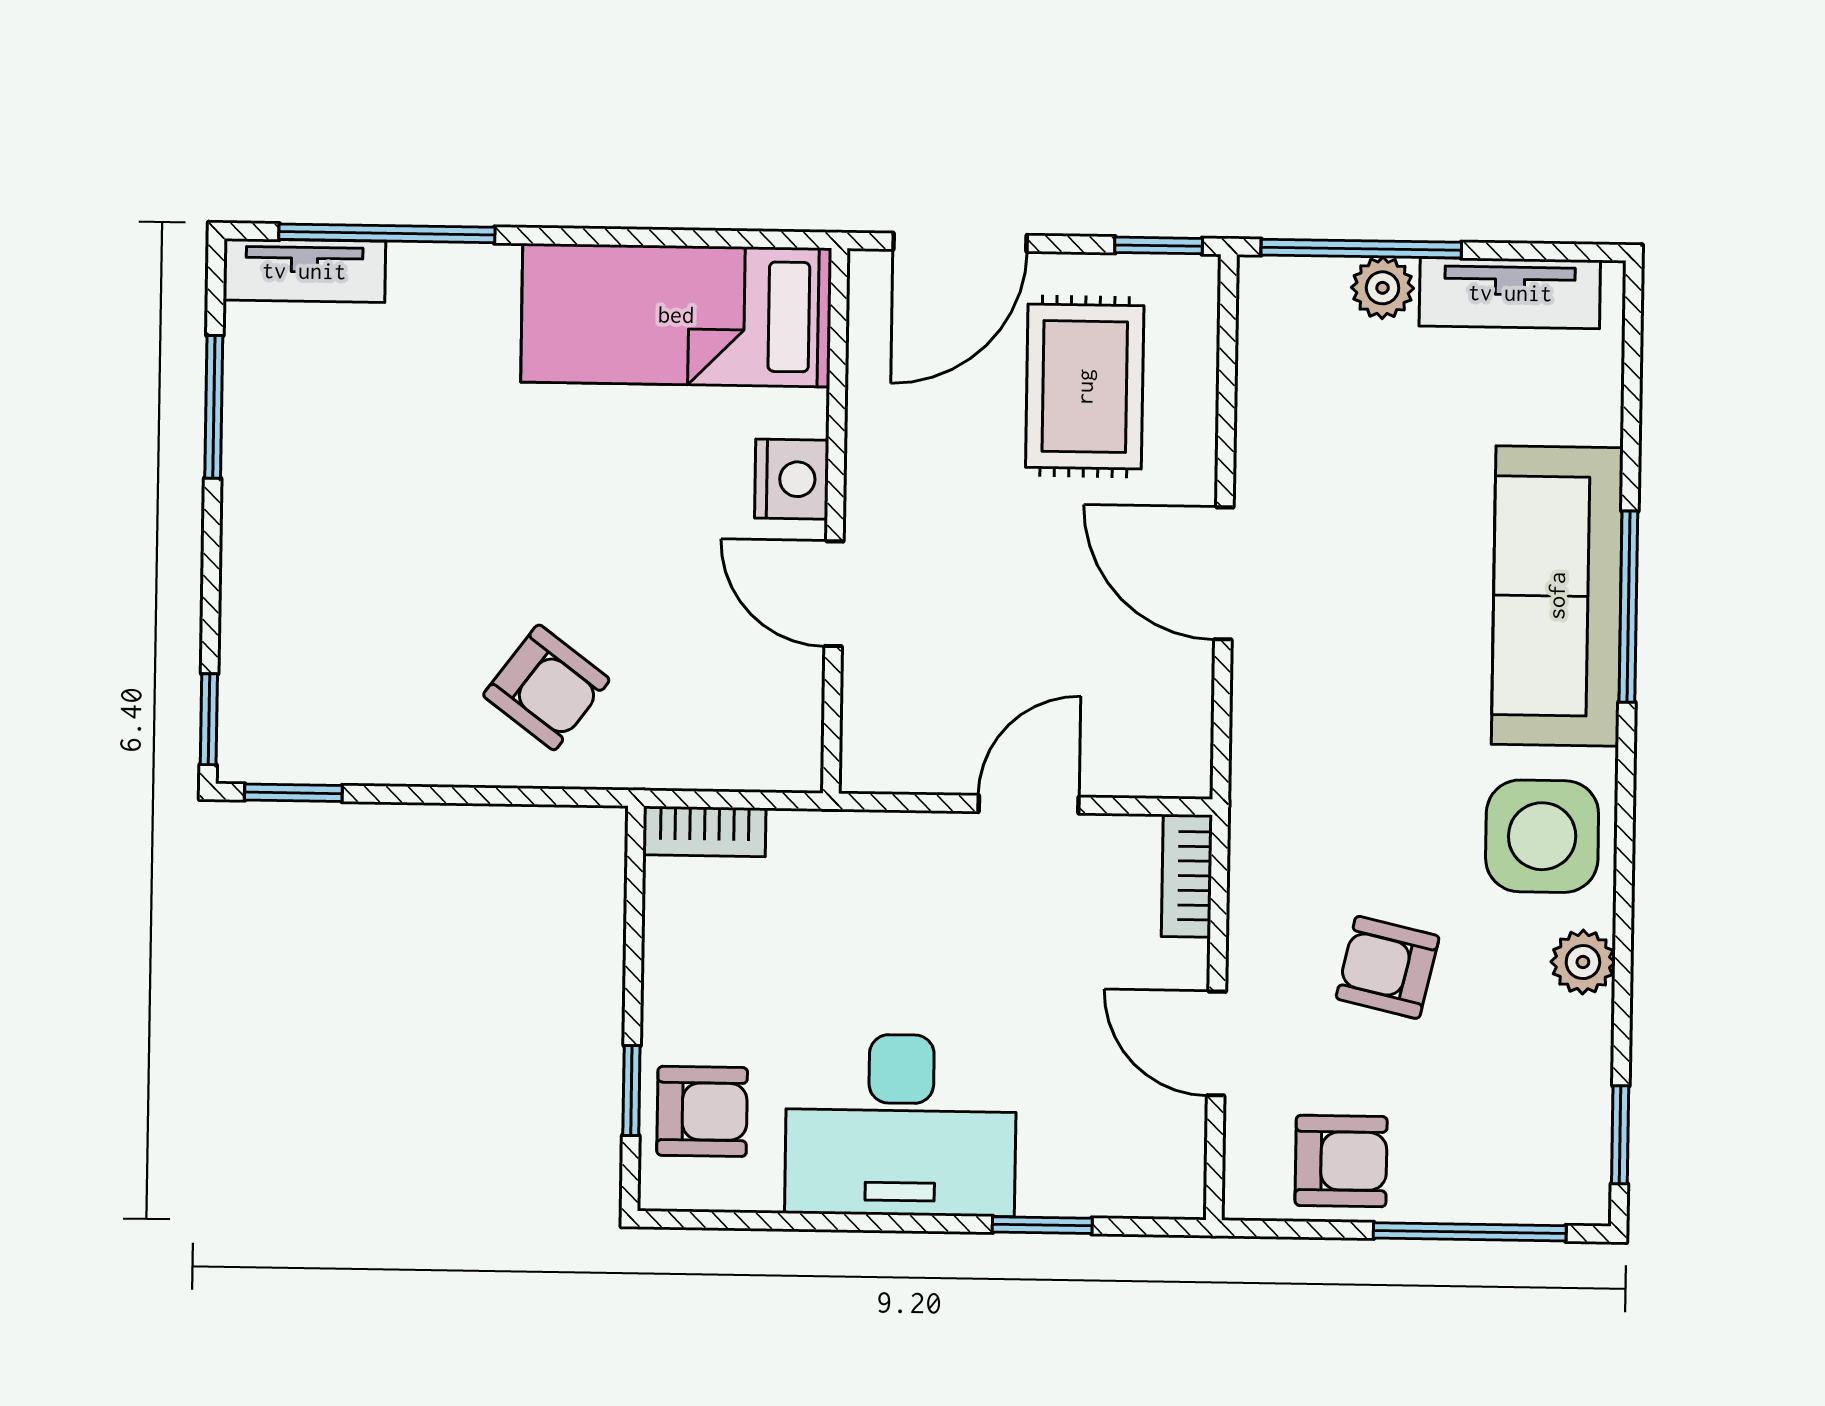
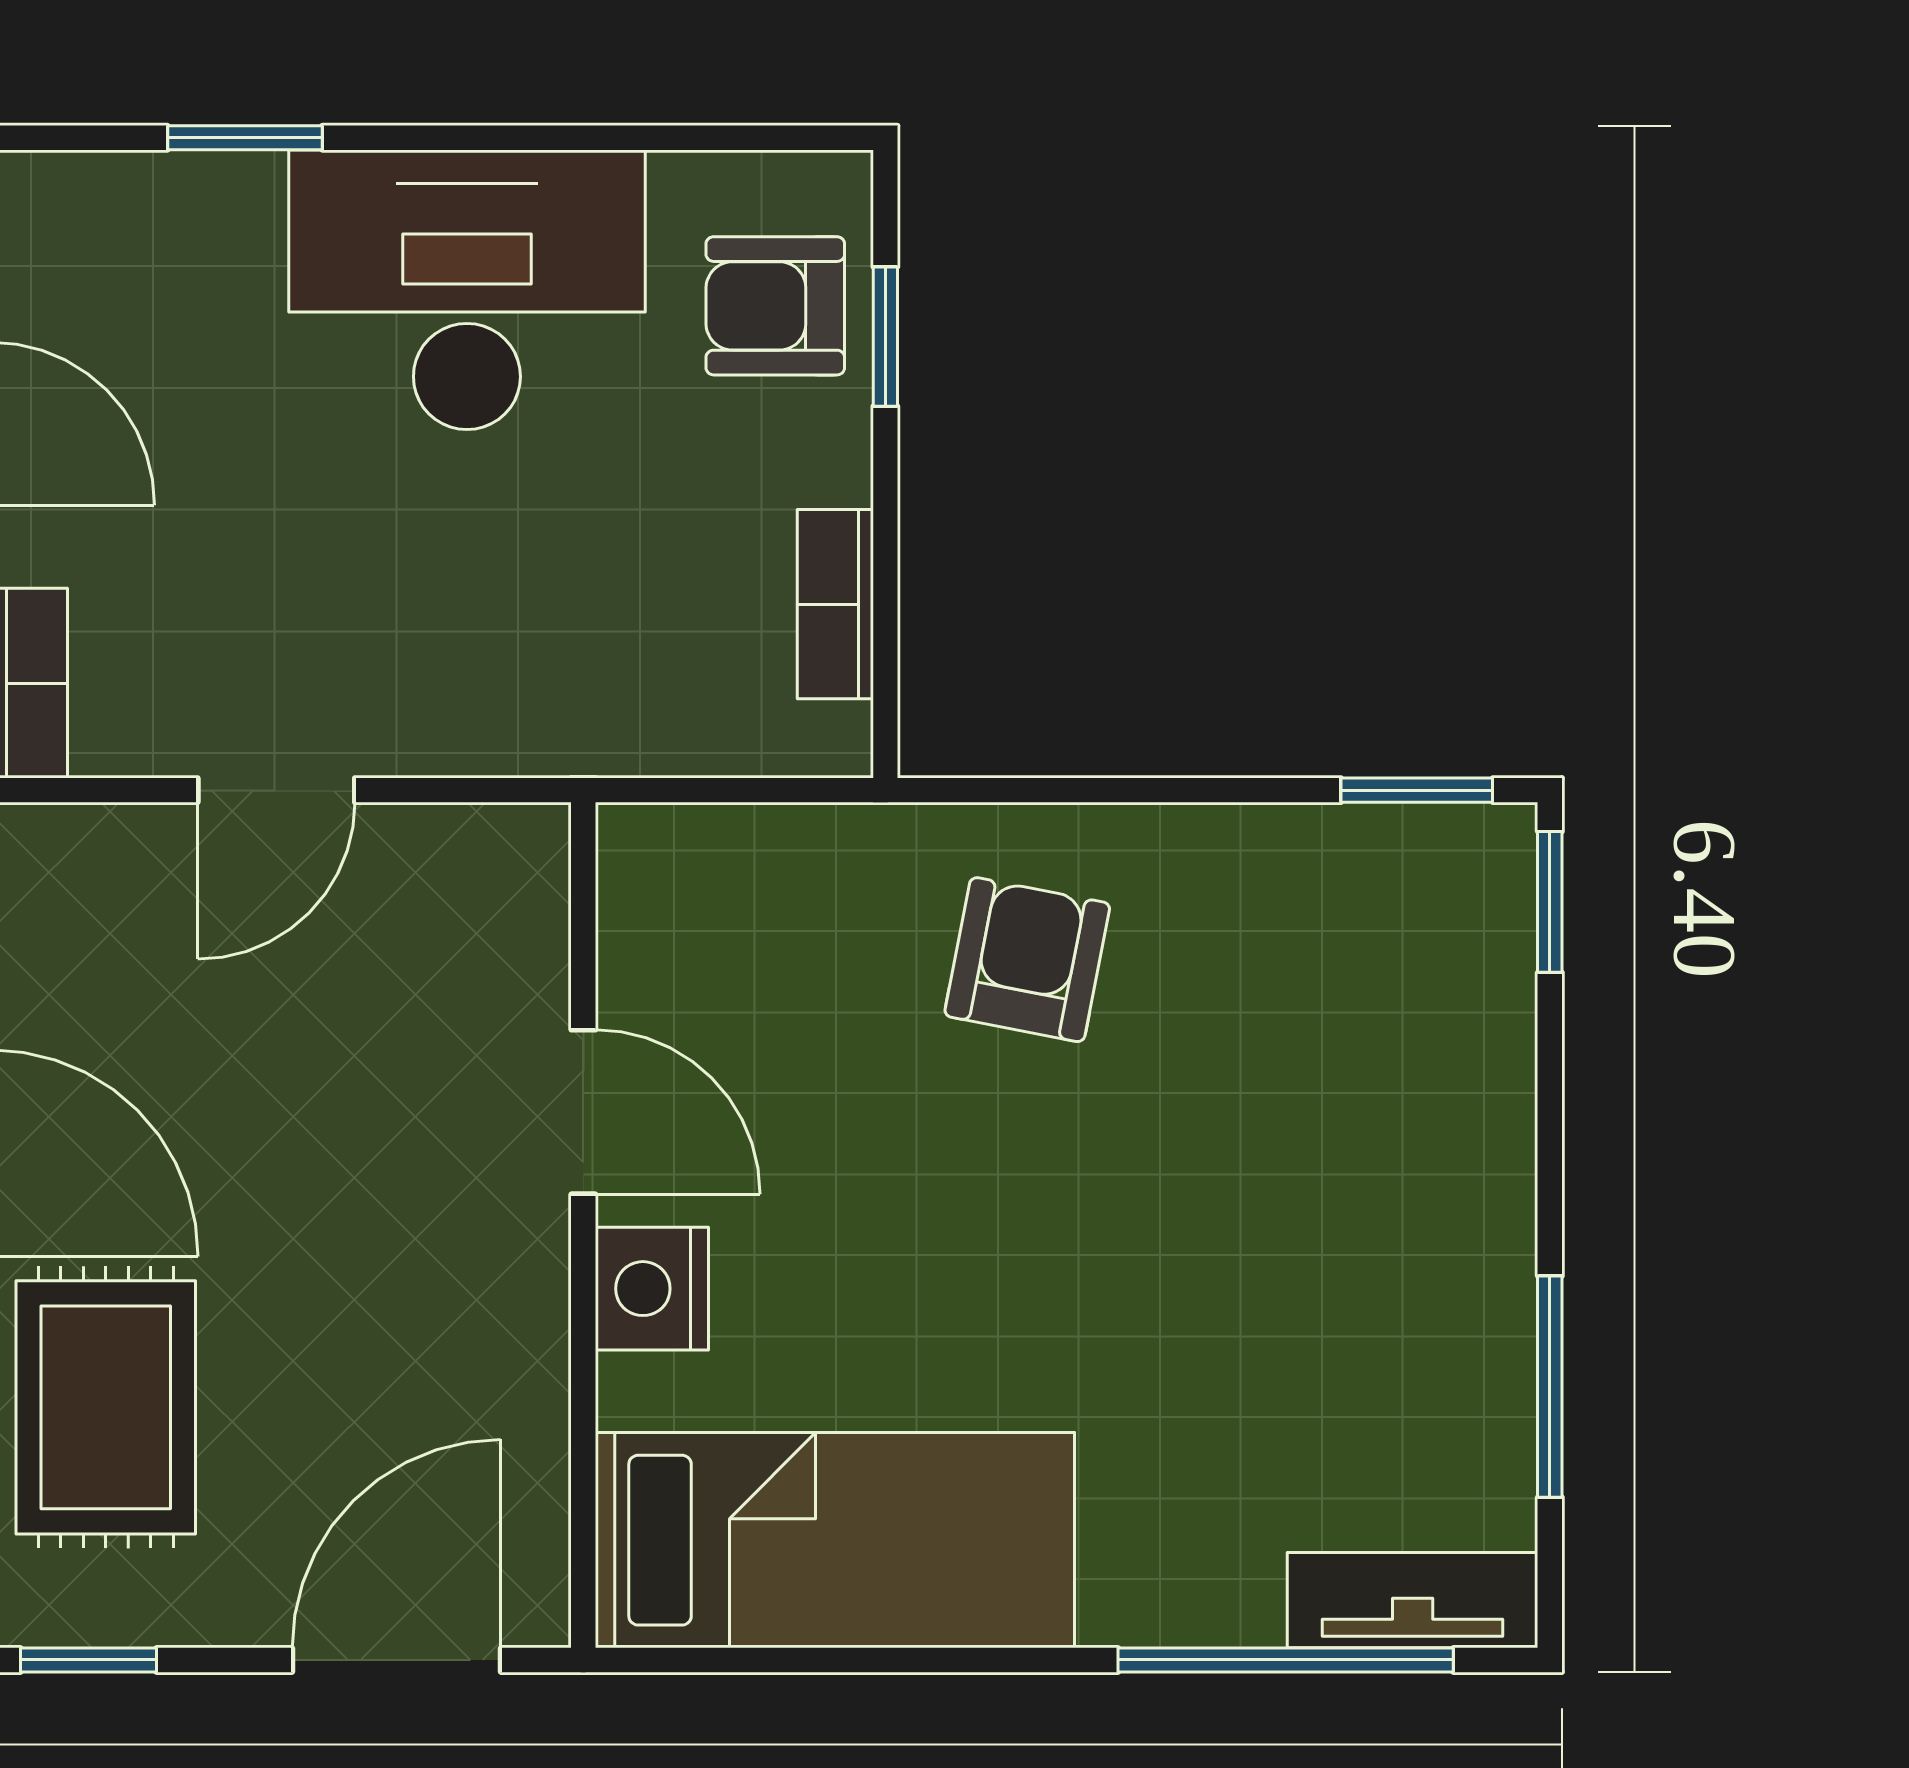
rug: (1085, 387) -> (106, 1407), moved
armchair: (546, 687) -> (1027, 960), turned 64
bookcase: (704, 831) -> (835, 604), moved, turned -90

